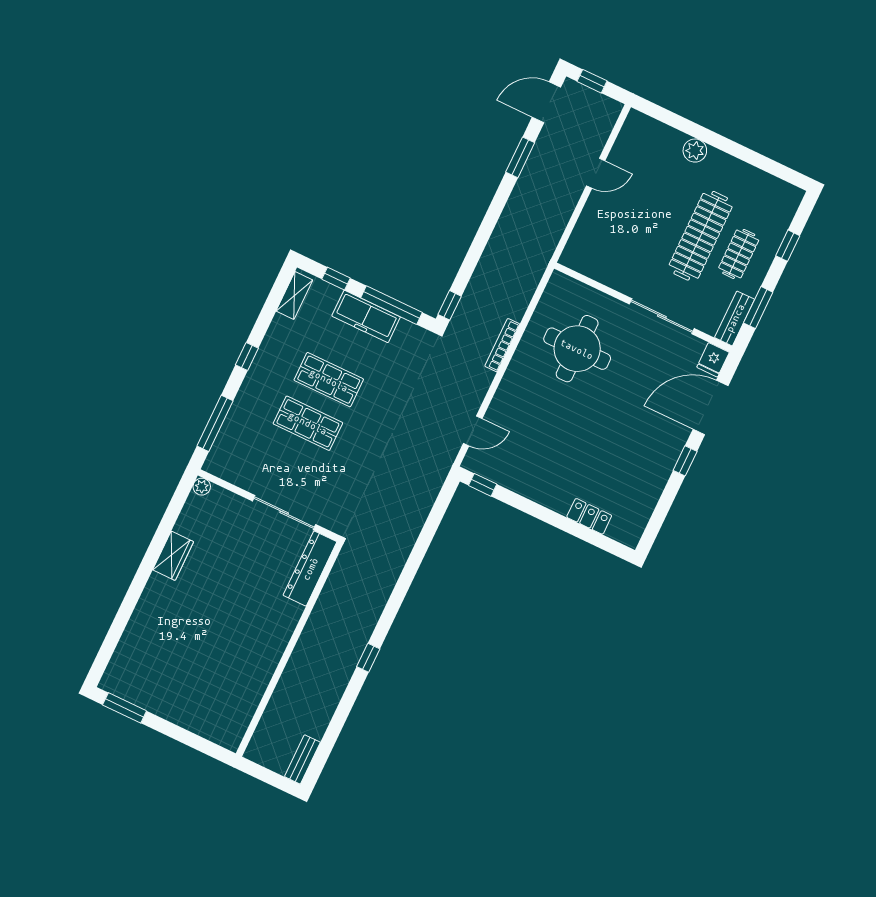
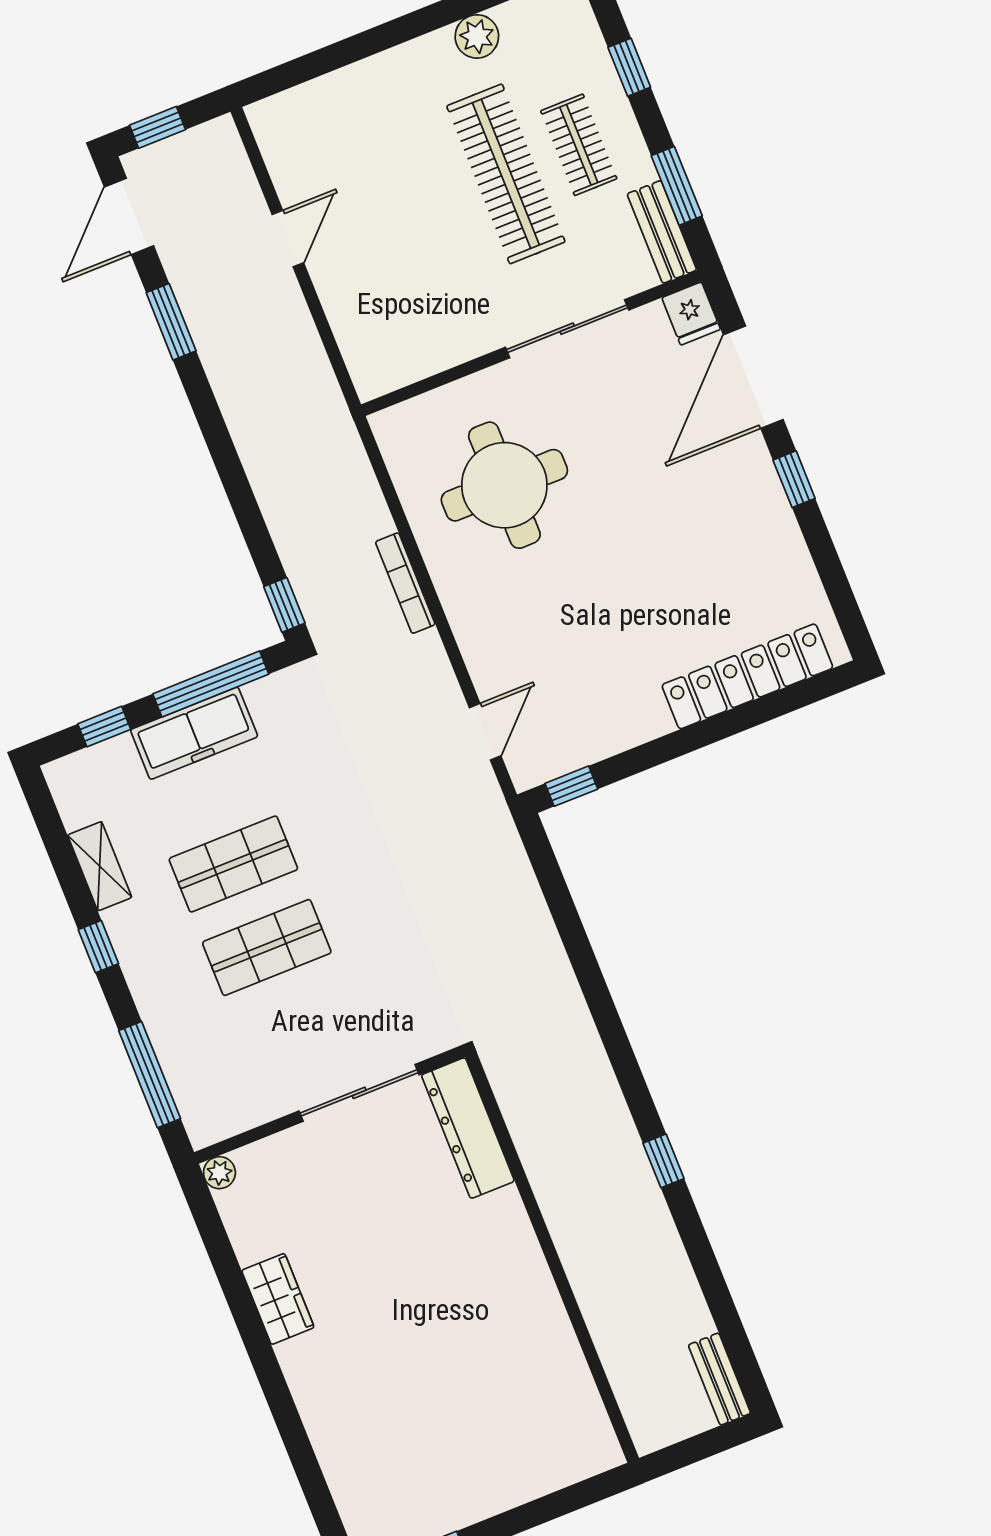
plant: (695, 151) -> (477, 36), moved
shelving: (294, 295) -> (100, 866), moved
locker: (589, 516) -> (747, 676), width x2.16, depth x1.21

